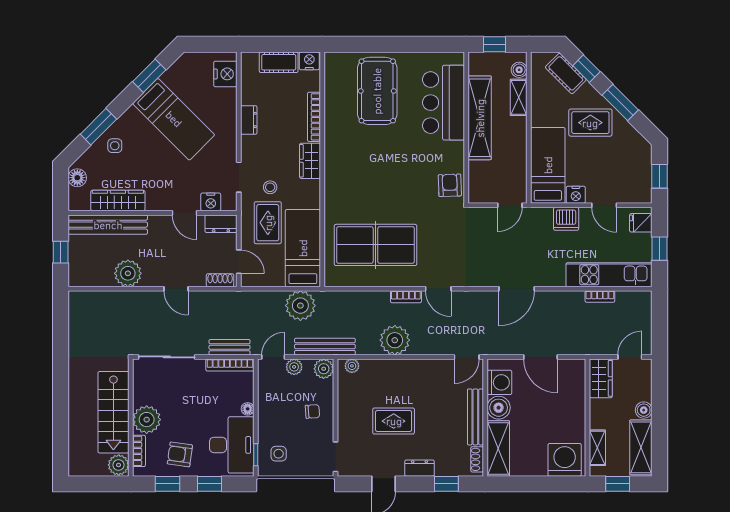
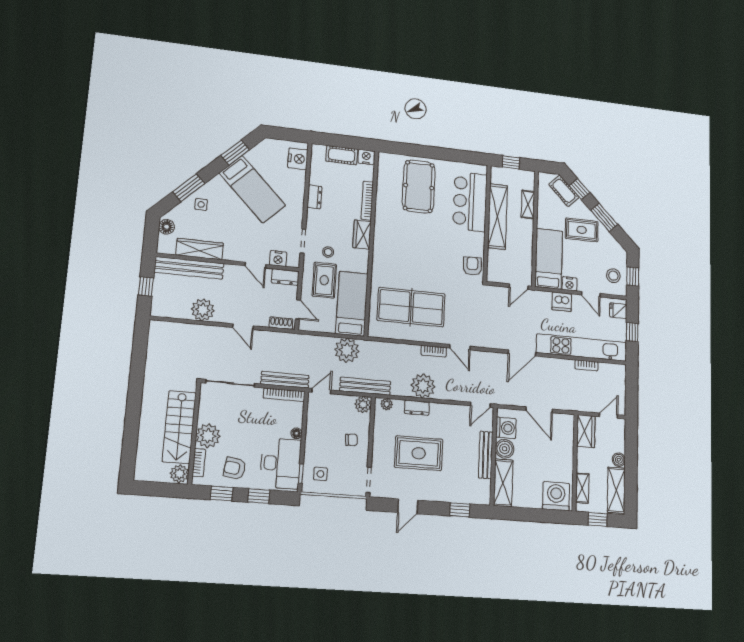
boiler: (519, 70) -> (529, 184), removed
stool: (634, 178) -> (613, 276), added
kitchen unit: (609, 275) -> (582, 348), width x1.36
bench: (230, 347) -> (285, 380), width x1.36
plant: (294, 367) -> (338, 401), removed
rug: (394, 421) -> (419, 453), width x1.36, depth x1.43
shoe rack: (477, 459) -> (486, 491), removed
dresser: (420, 468) -> (417, 408), moved, turned 180

